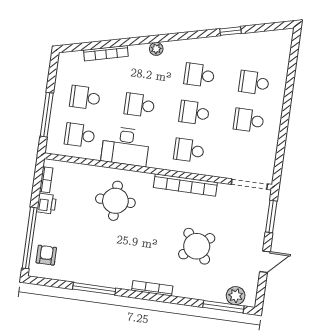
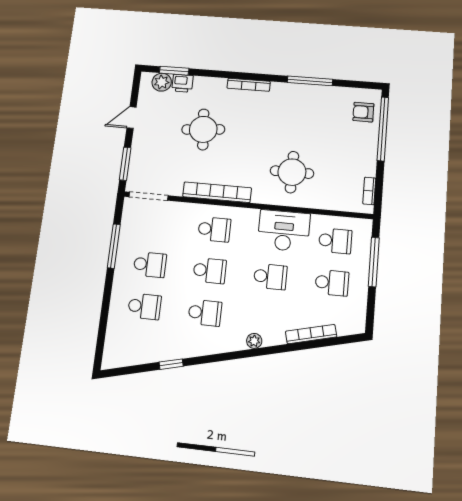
window: (282, 139) -> (114, 246), added
printer: (47, 204) -> (182, 83), moved, turned -90
round table: (197, 246) -> (203, 129), turned 34
armchair: (46, 255) -> (363, 112), turned 90
window: (223, 307) -> (174, 71), width x0.69

